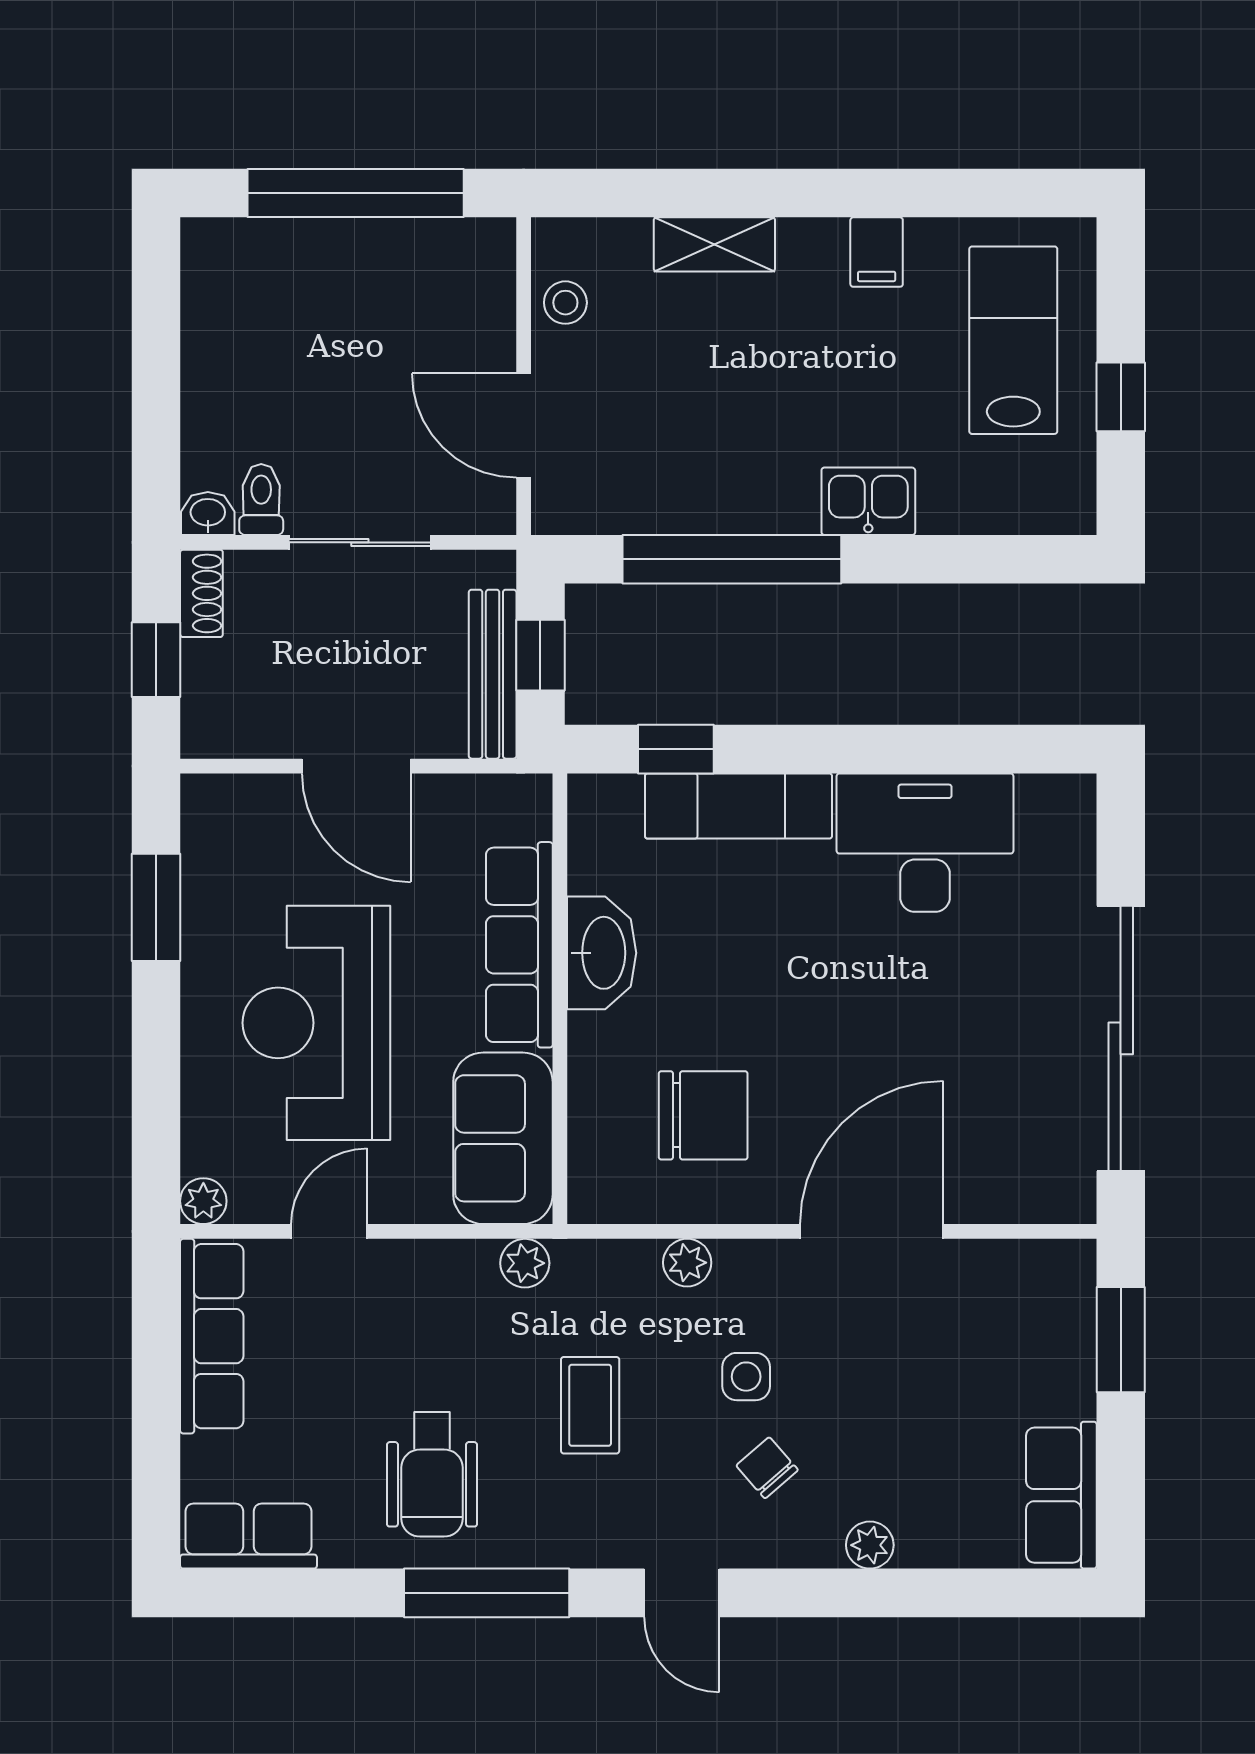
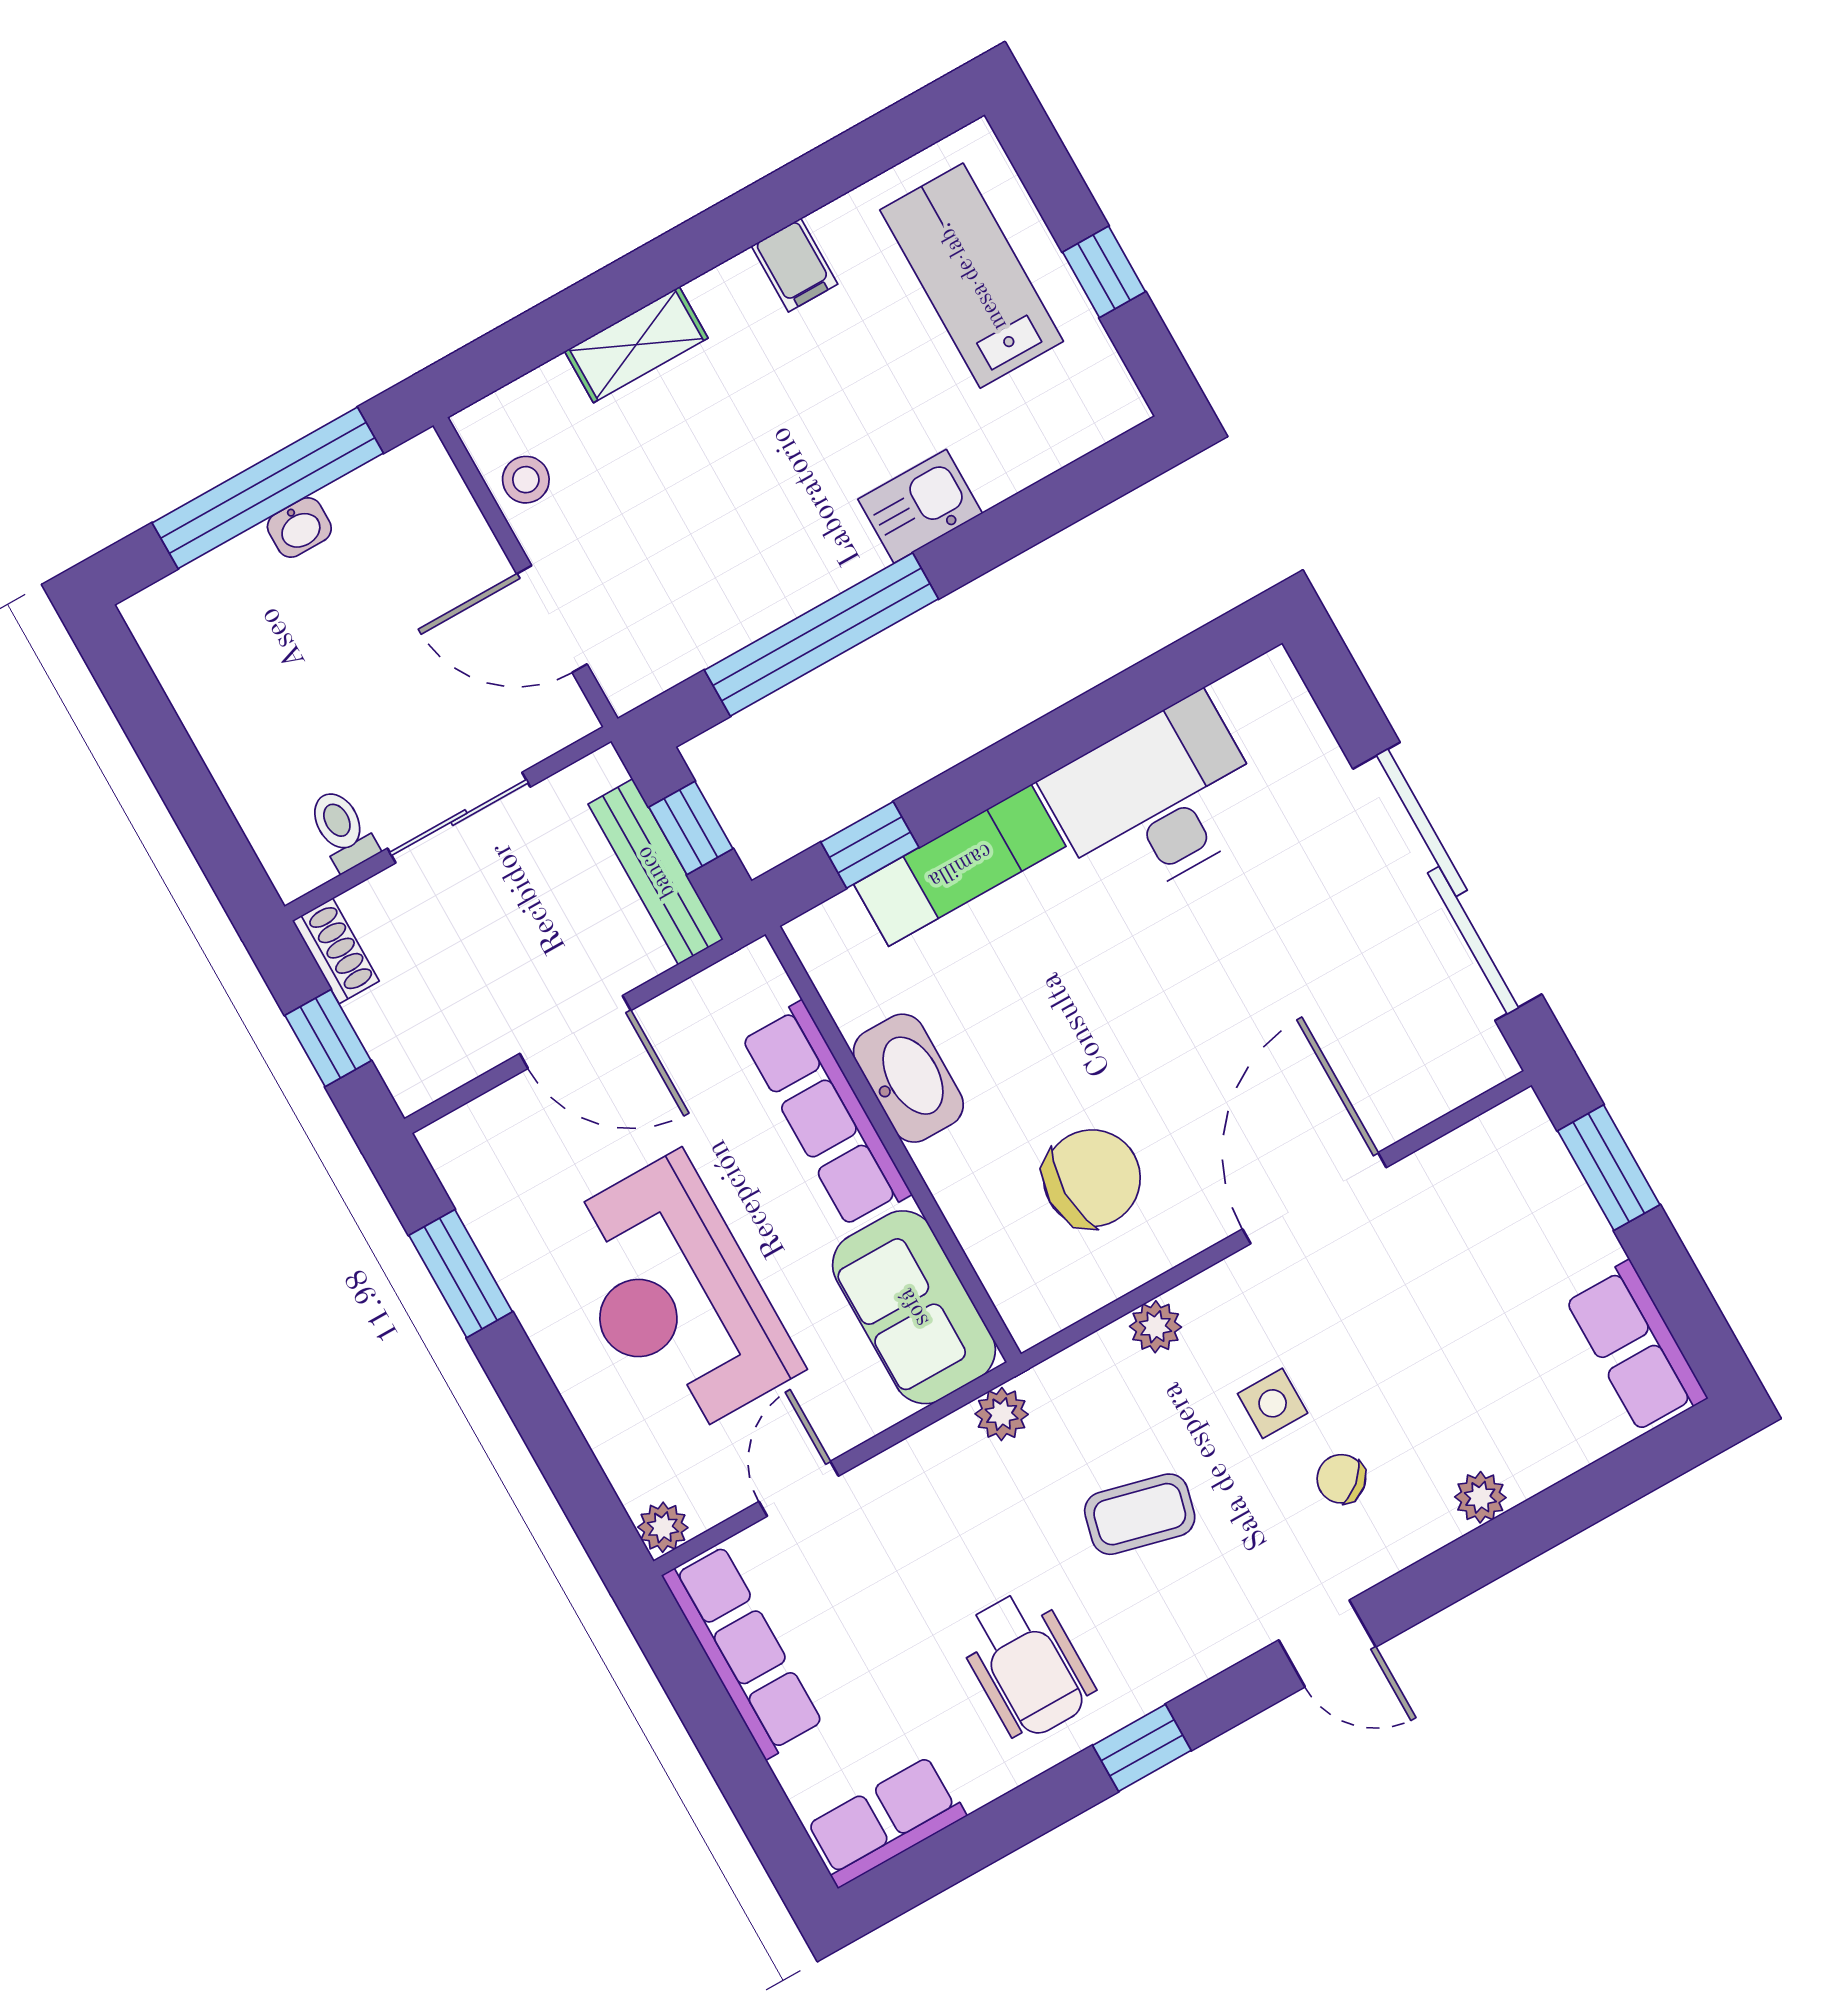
washbasin: (208, 514) -> (299, 527), moved, turned 180
coffee table: (590, 1405) -> (1140, 1514), turned -76
window: (487, 1593) -> (1142, 1748), width x0.46

